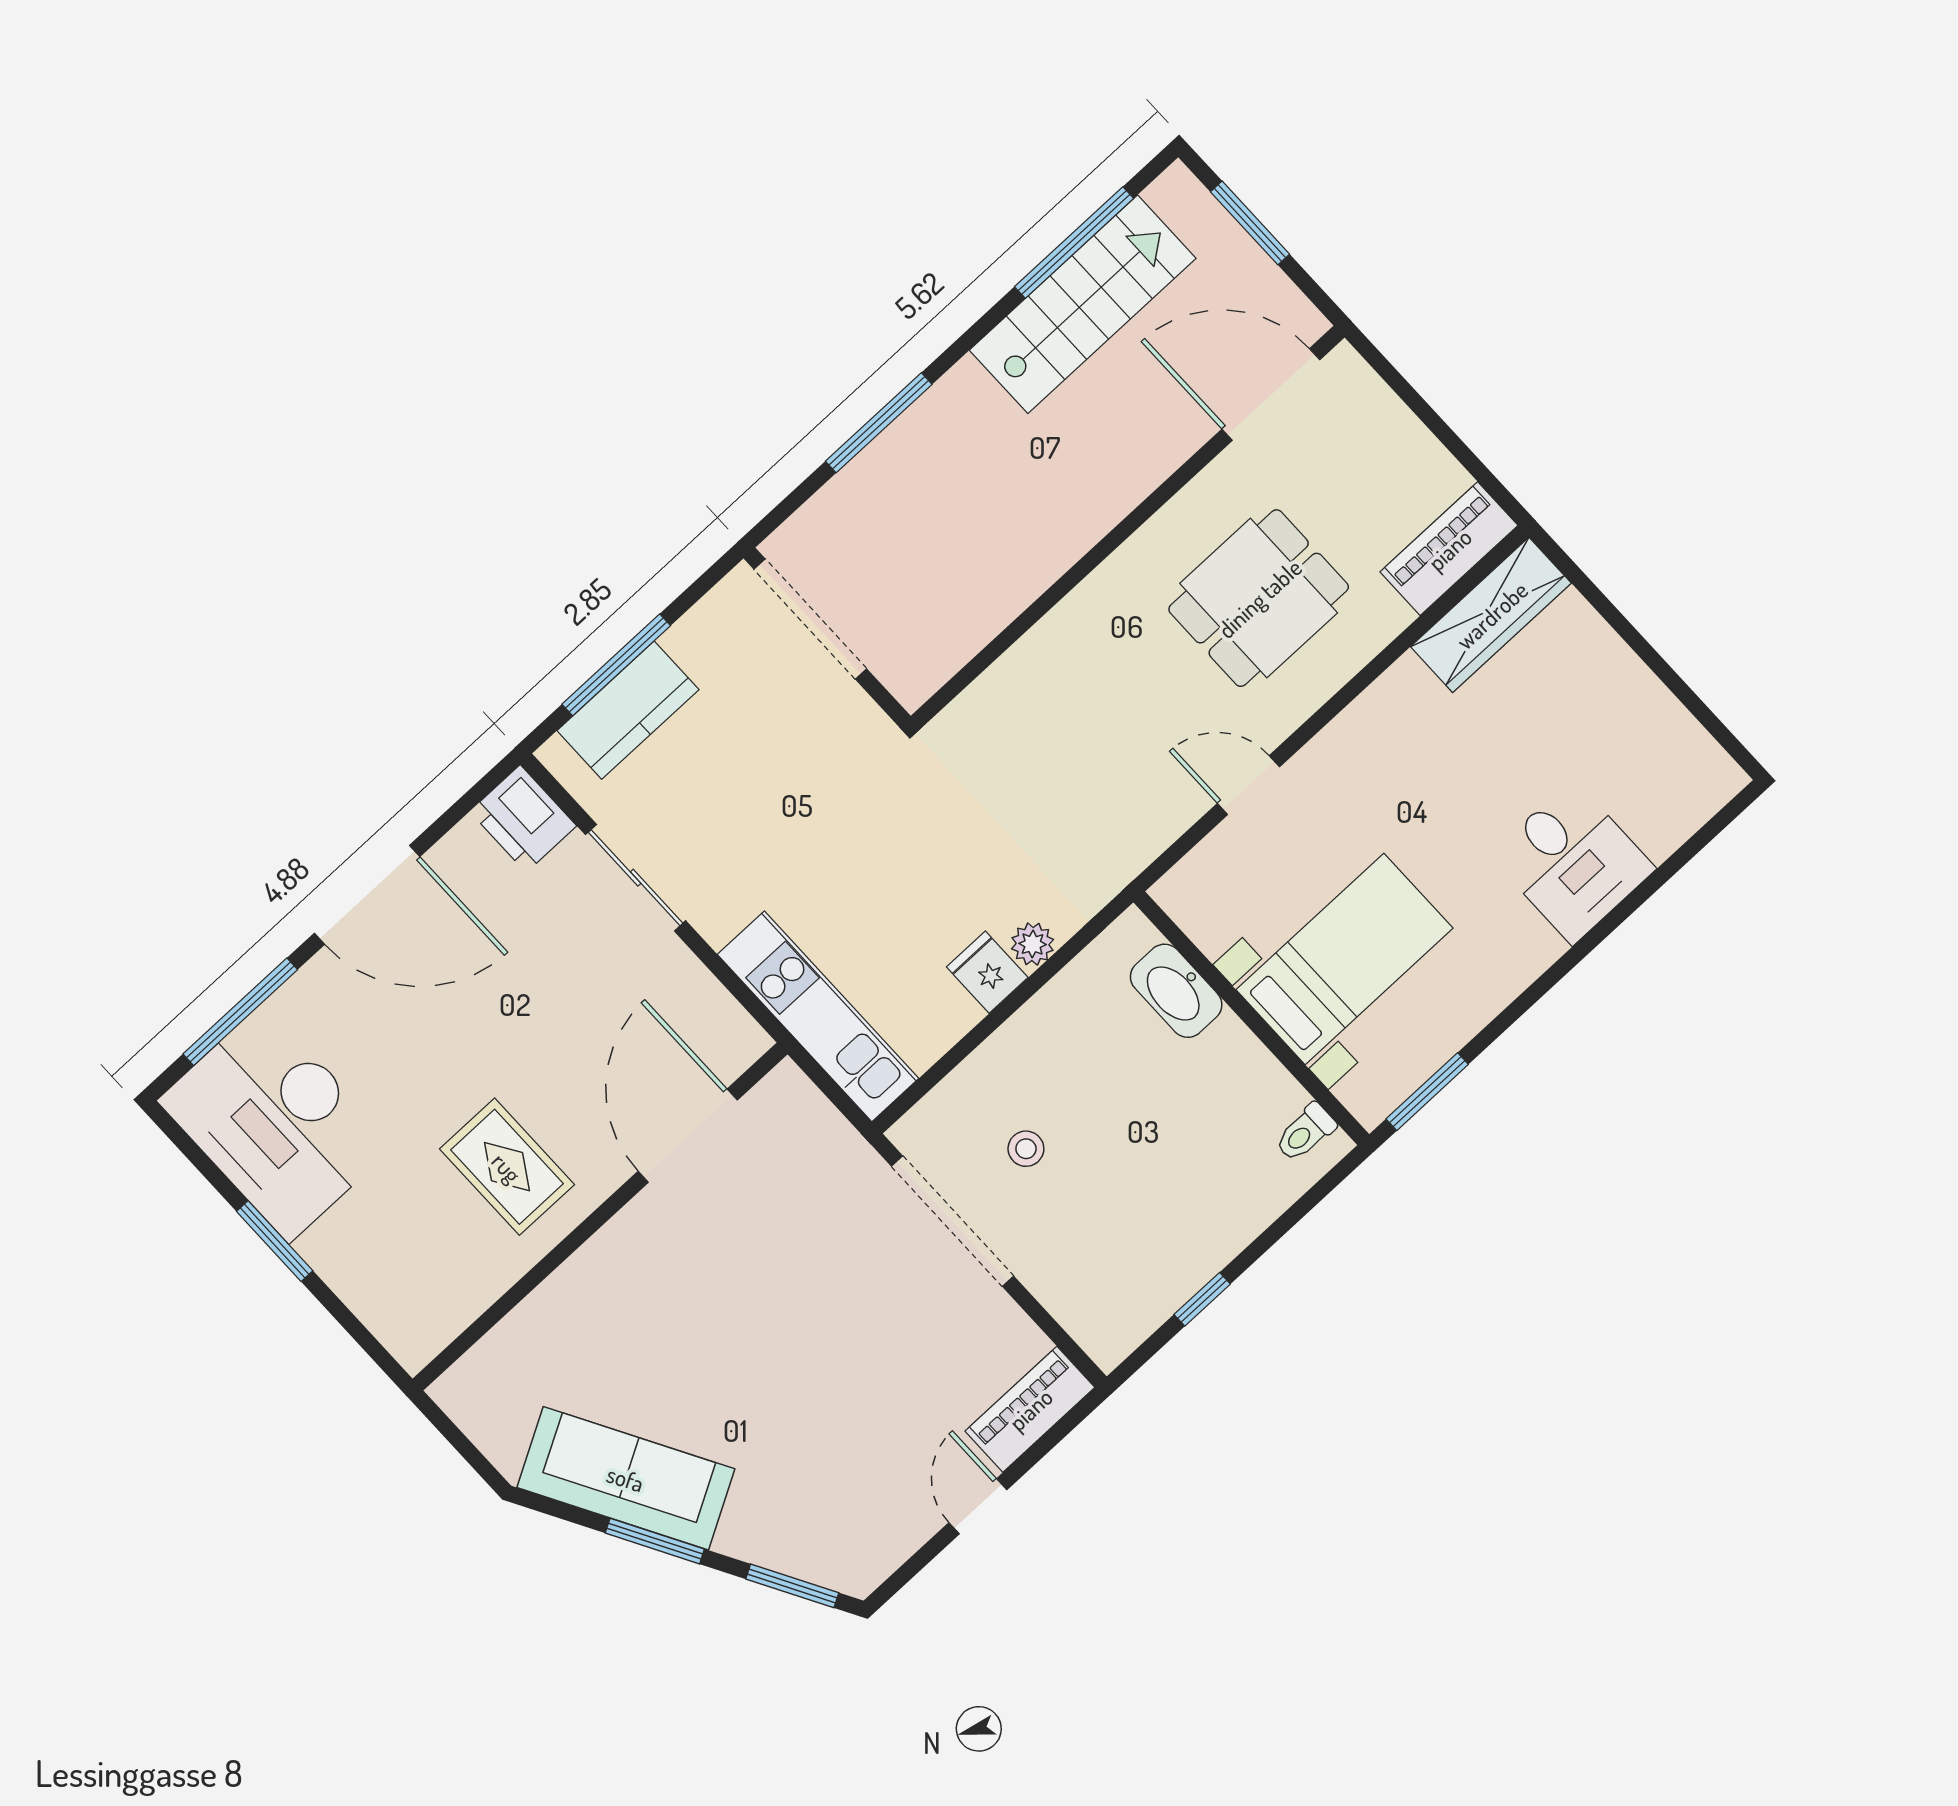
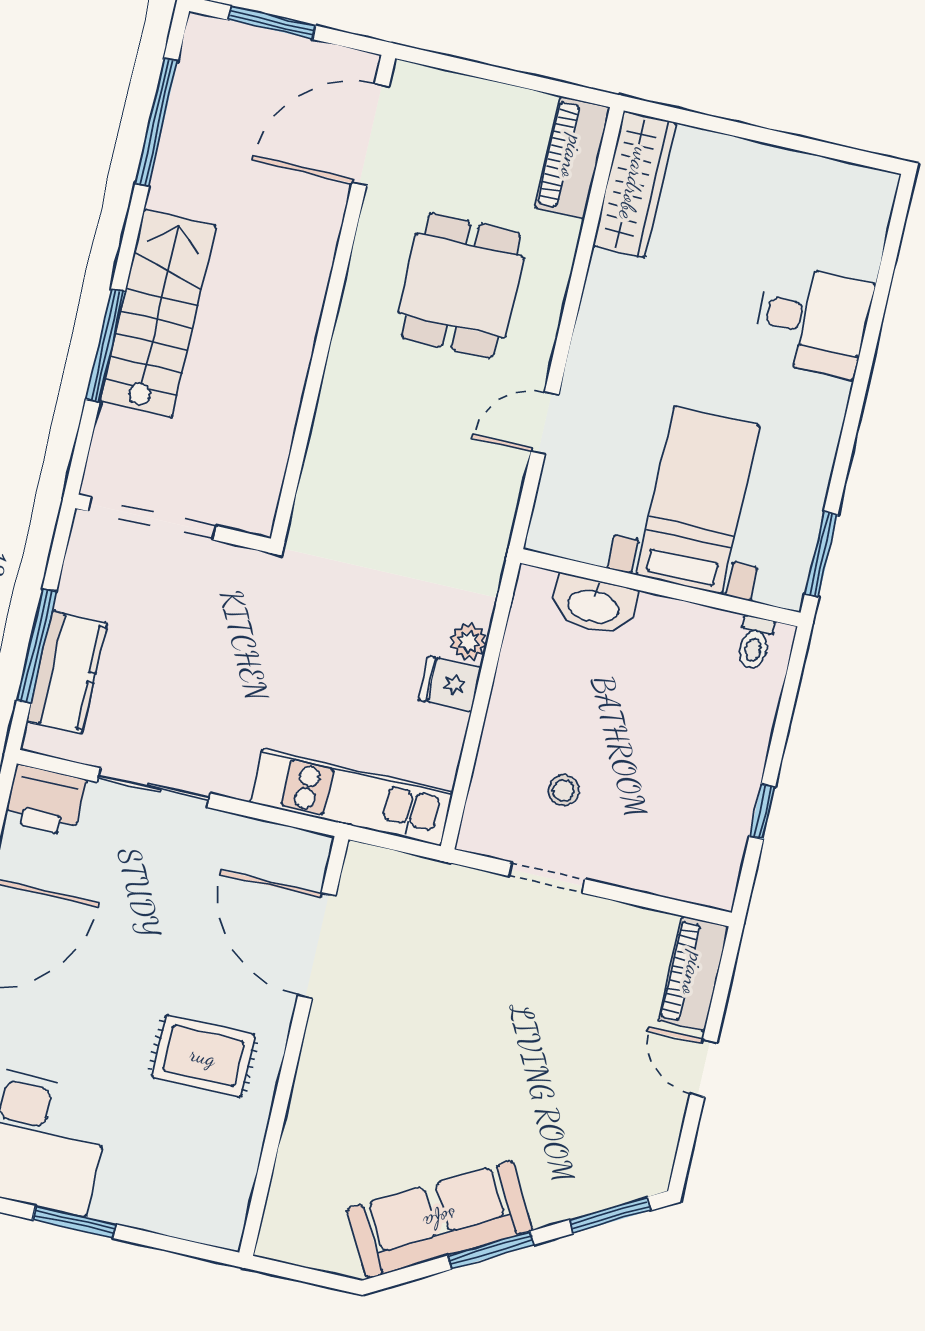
stairs: (1083, 304) -> (158, 313), moved
doorway: (953, 1221) -> (547, 878), width x0.53

